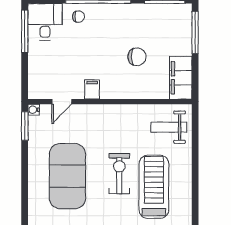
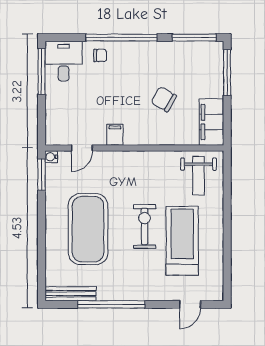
chair: (137, 57) -> (164, 99), turned -150
weight bench: (169, 127) -> (199, 176), turned -90

